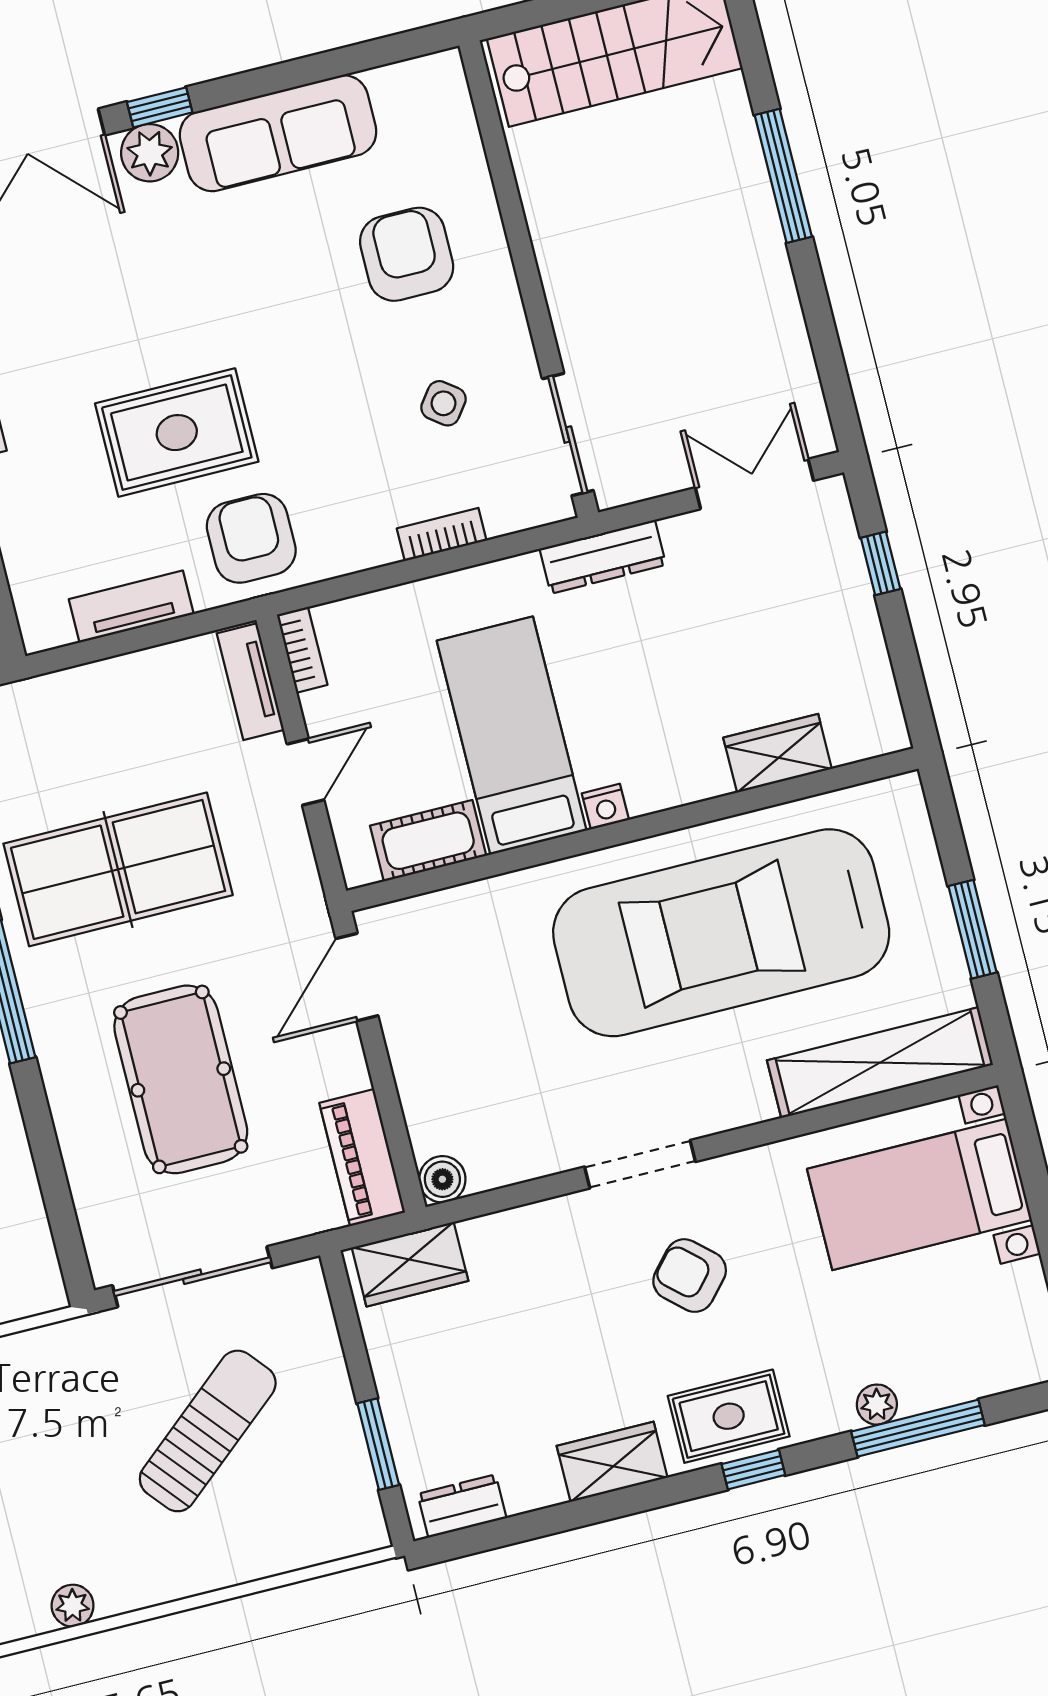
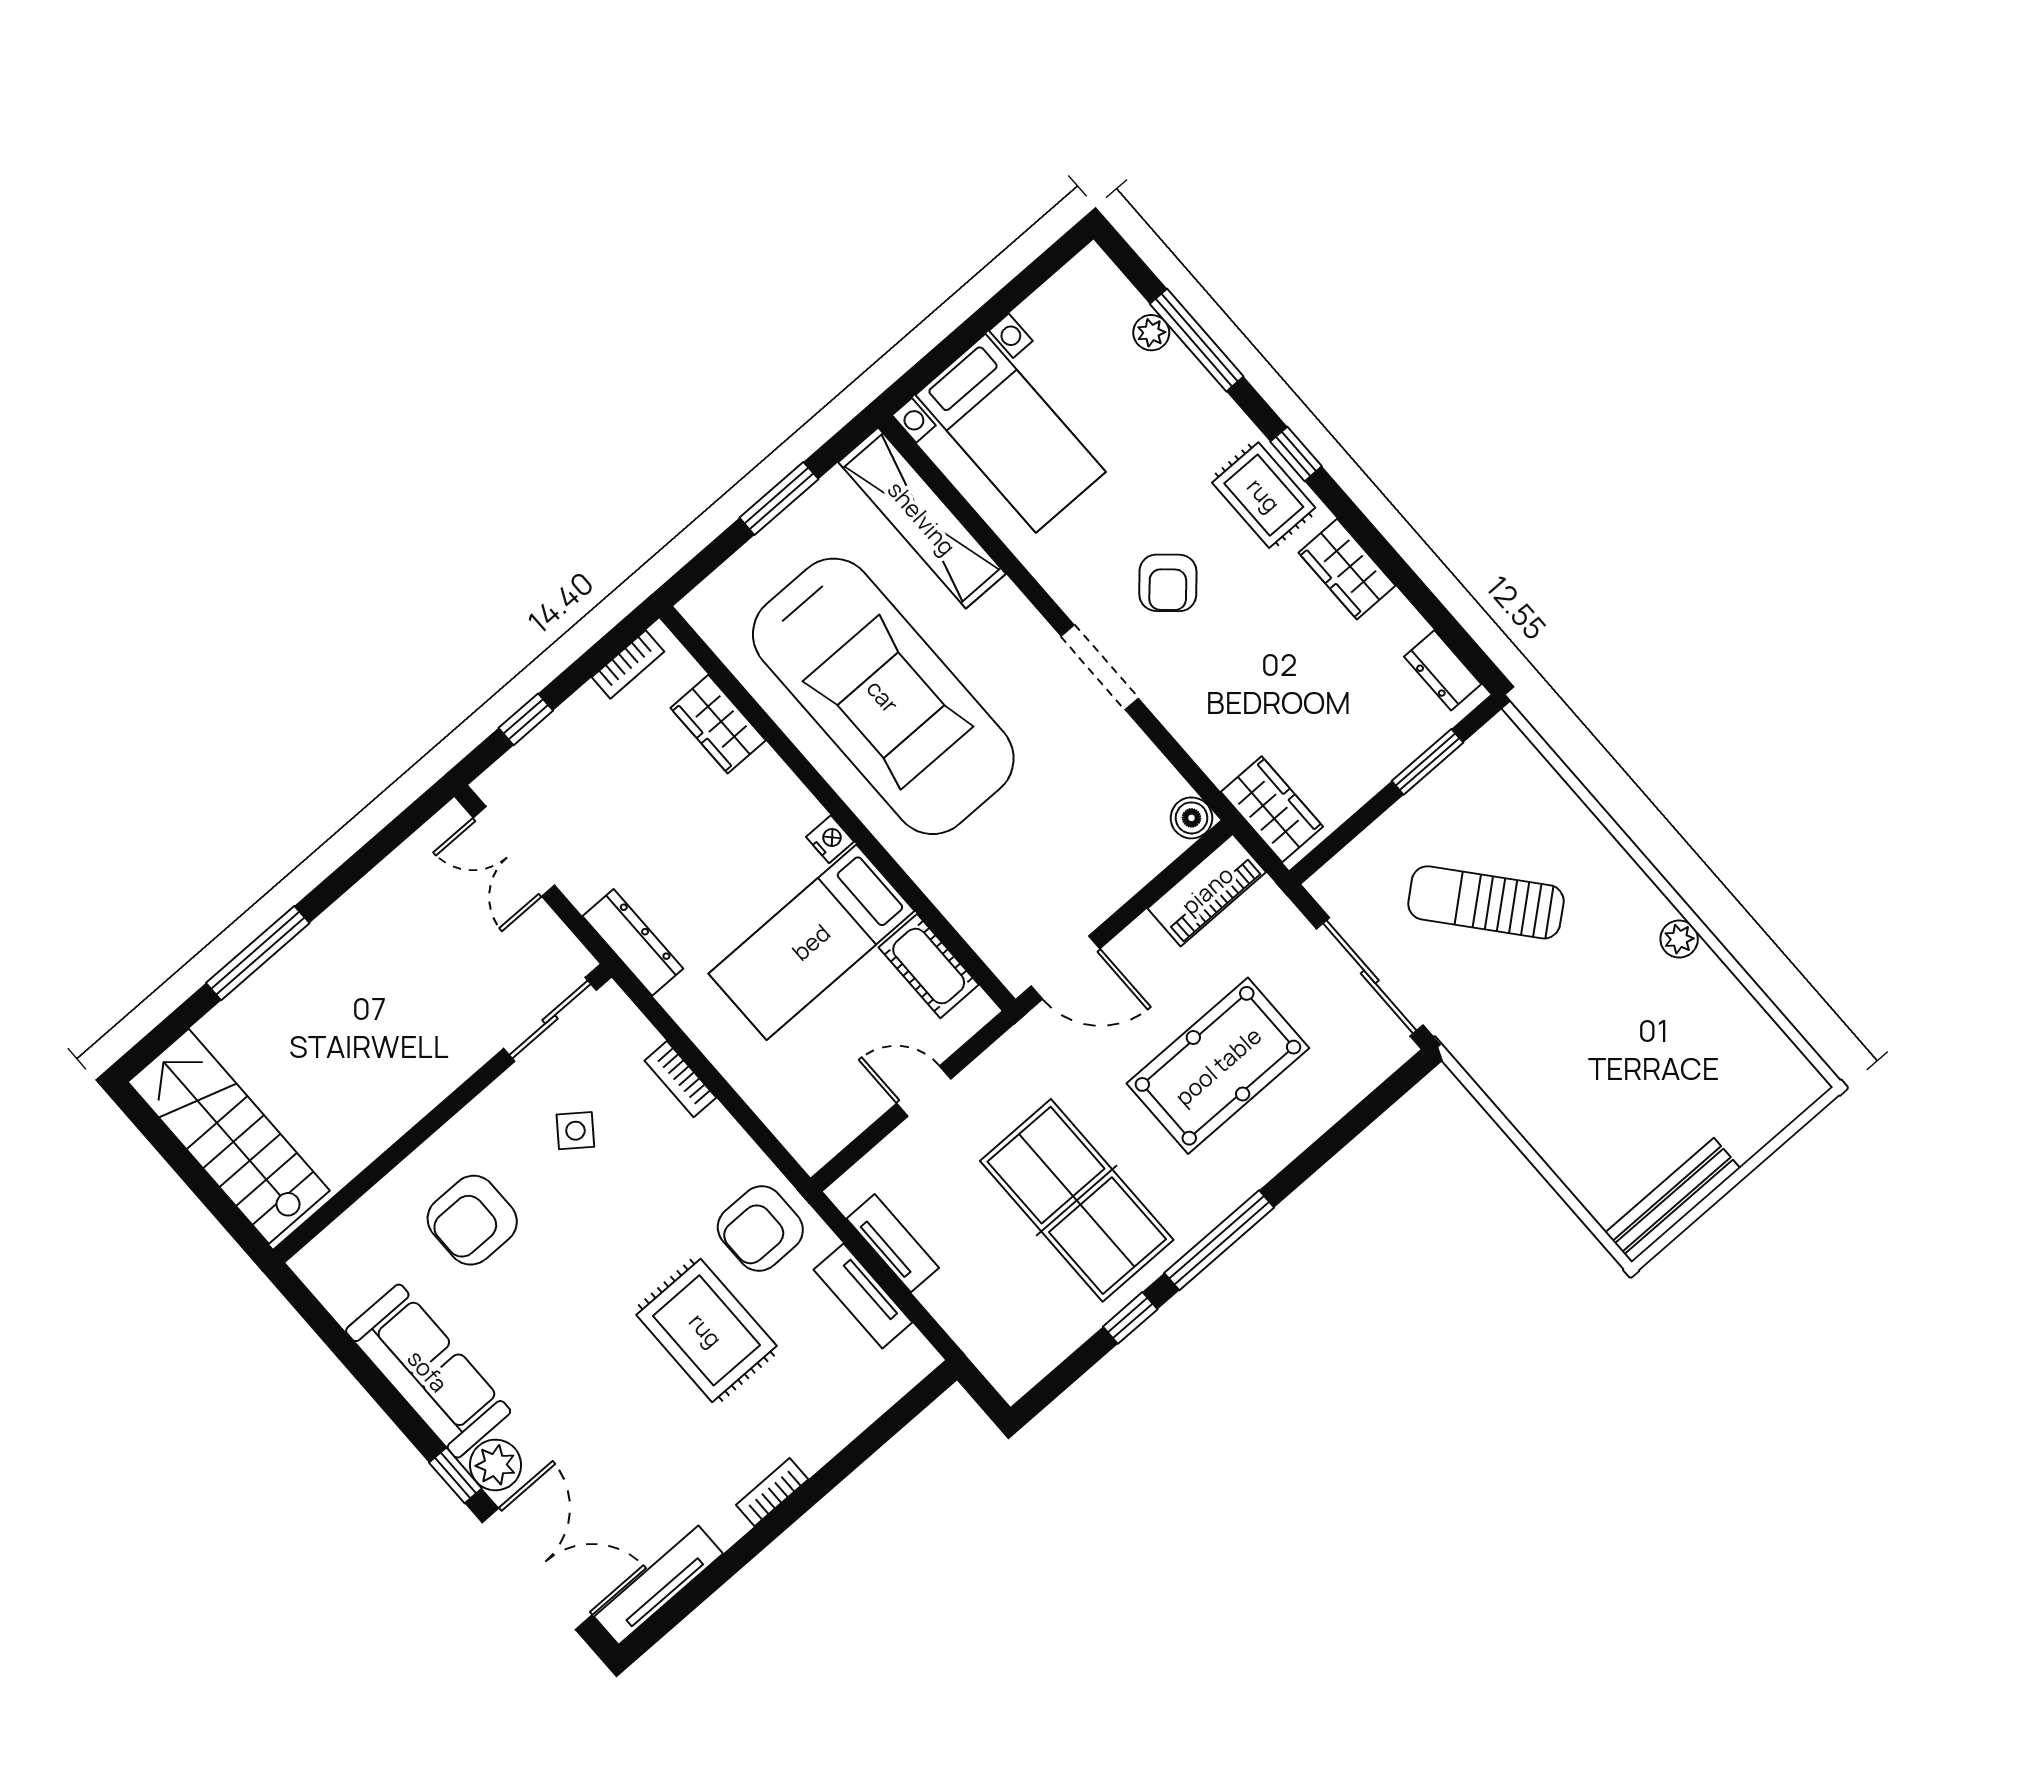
bookcase: (302, 650) -> (628, 664), moved, turned 180
tv unit: (250, 682) -> (893, 1243), moved, turned -90
plant: (877, 1405) -> (1151, 333), moved

